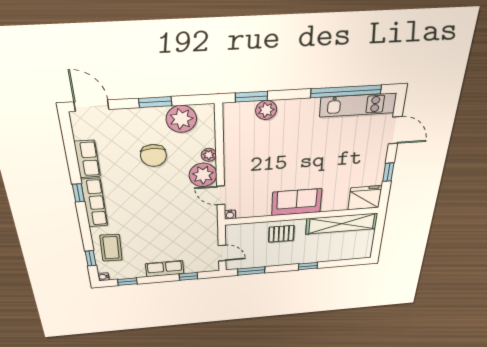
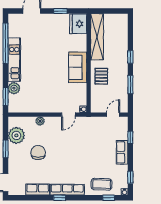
kitchen unit: (358, 105) -> (14, 60), moved
chair: (153, 156) -> (38, 153), turned -90
plant: (203, 175) -> (53, 125), removed
window: (251, 271) -> (130, 84), moved

